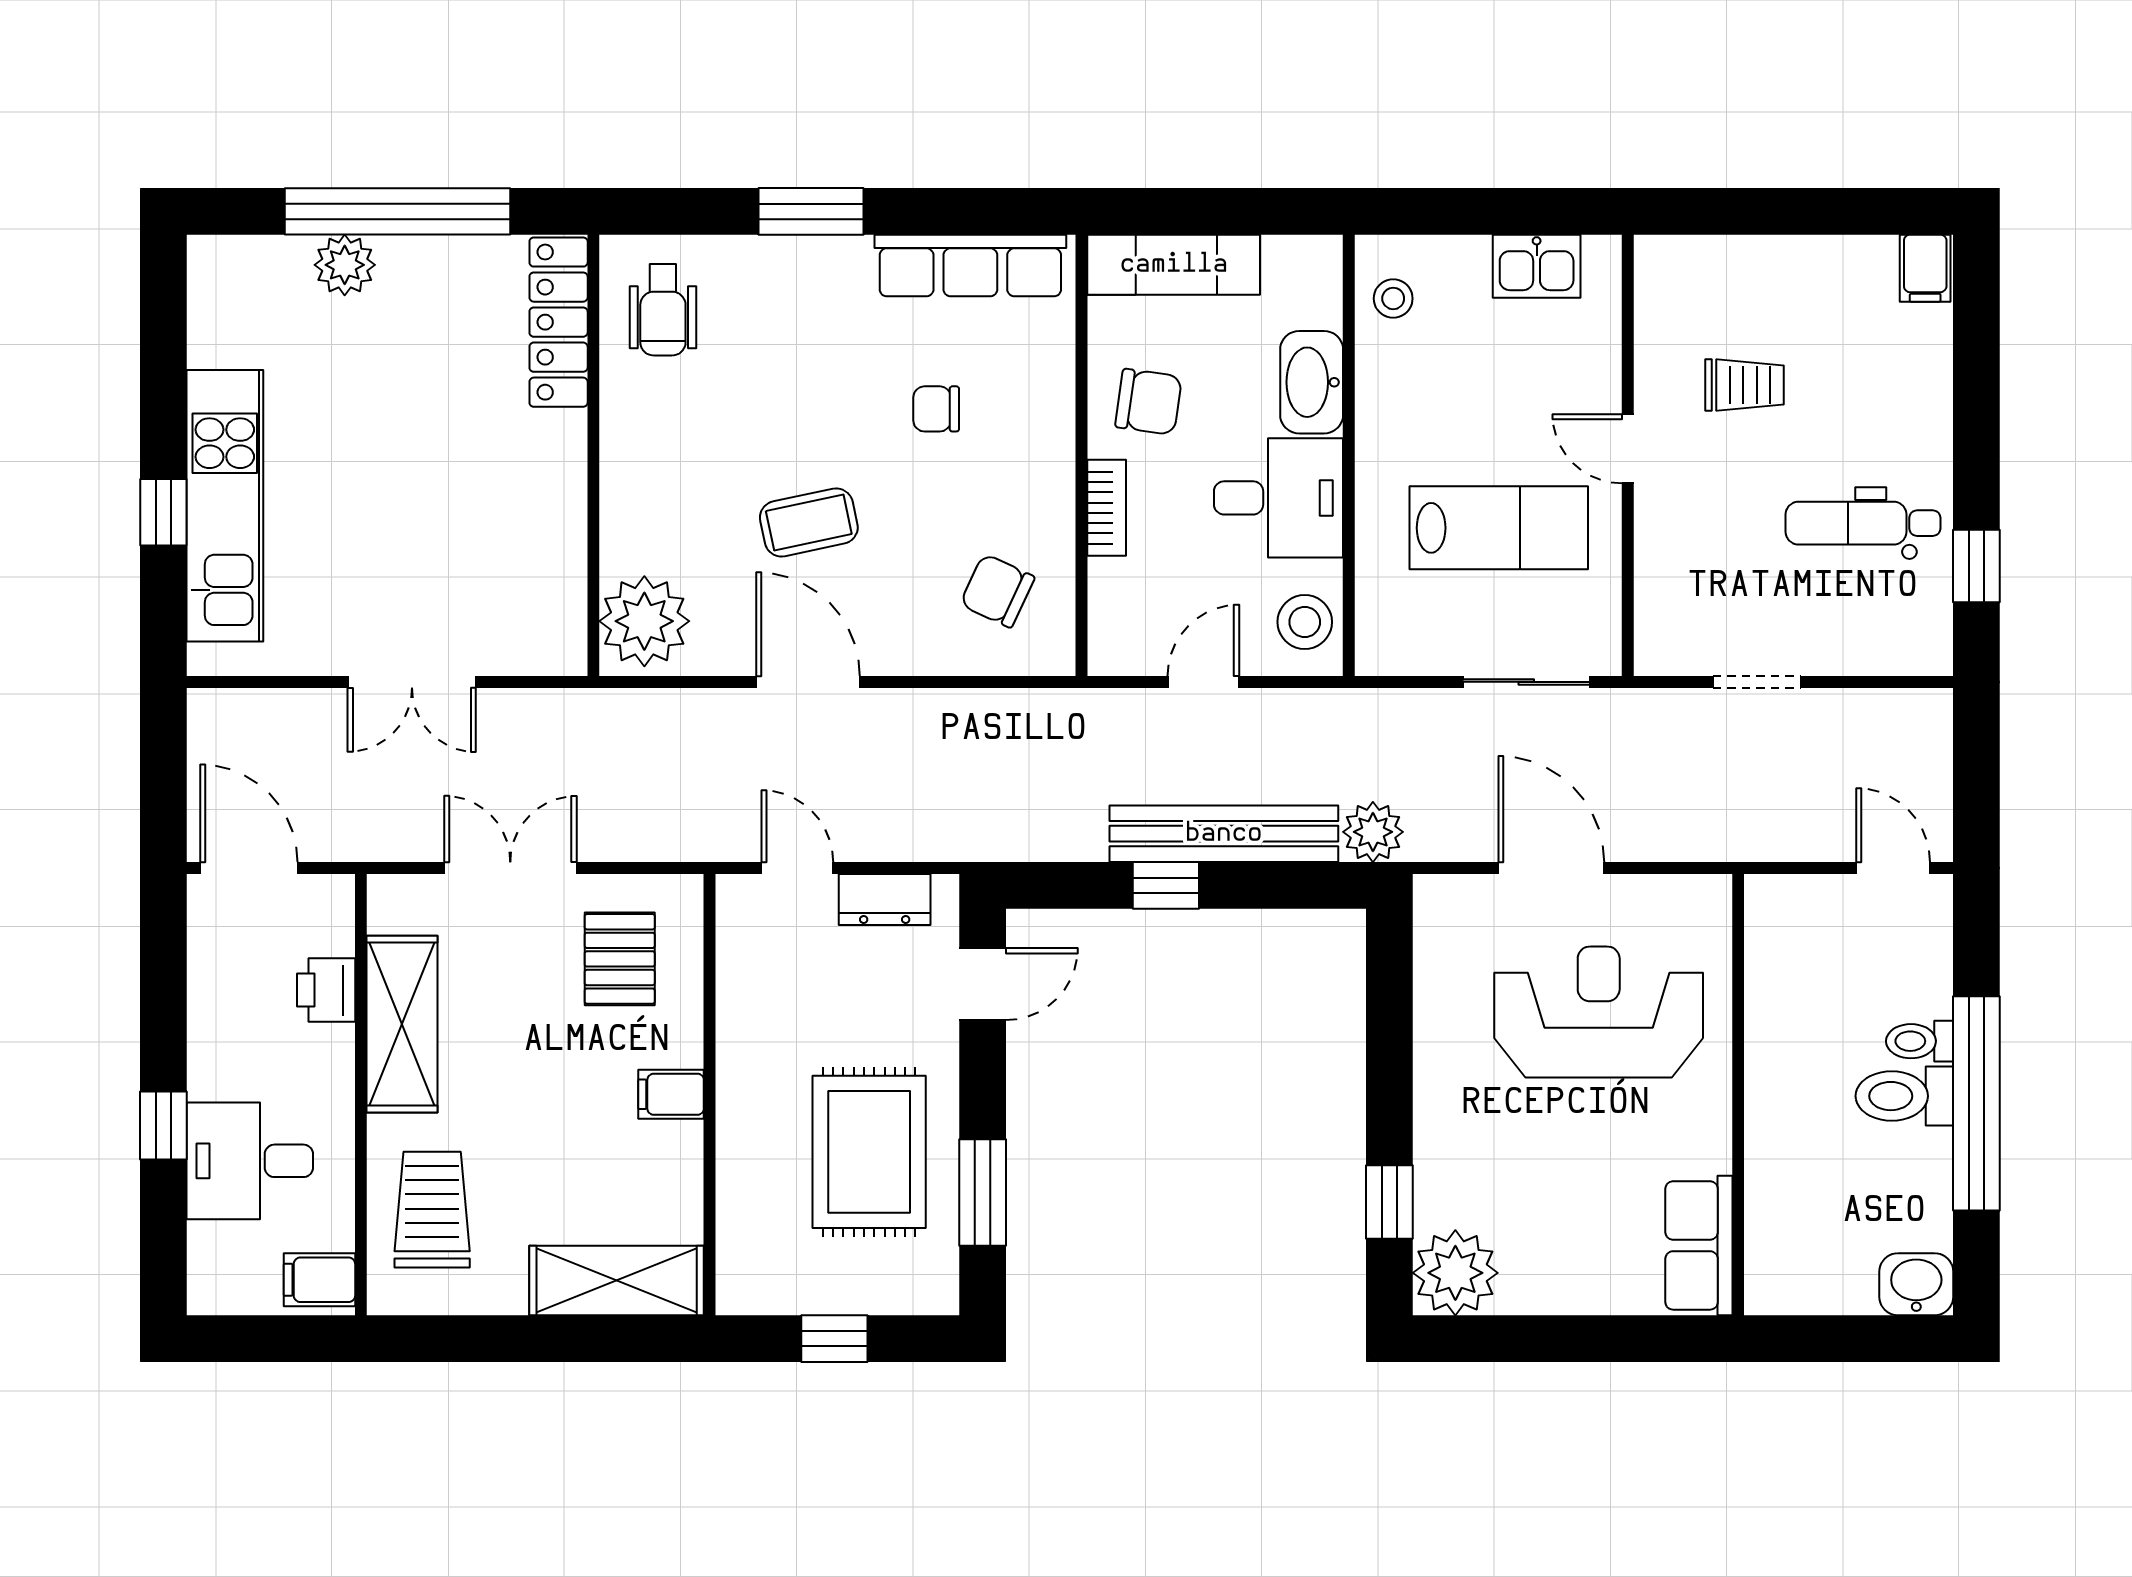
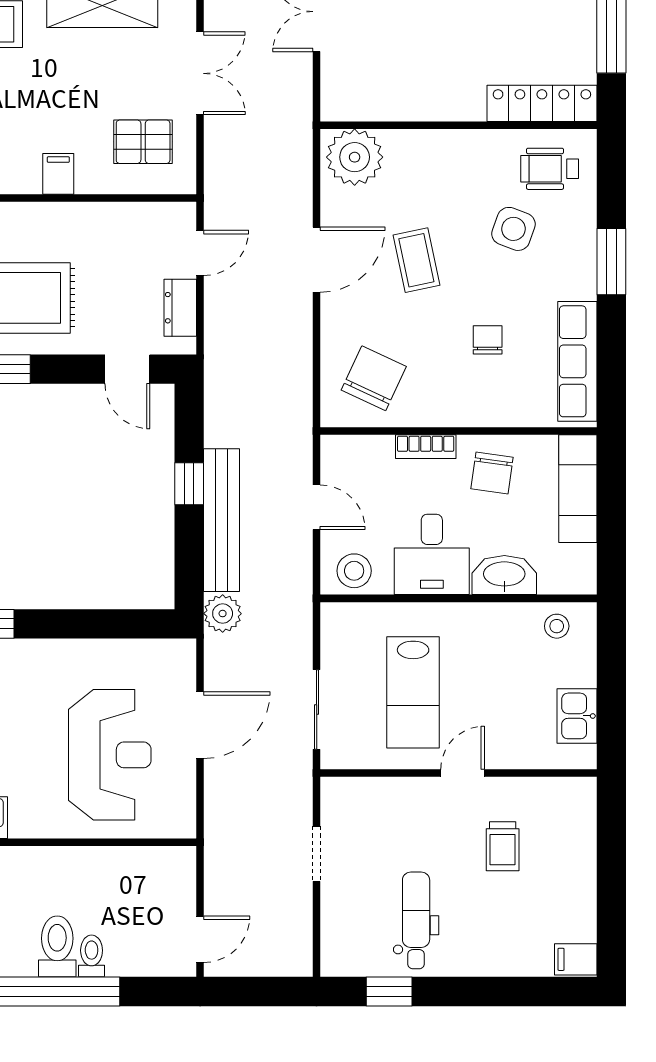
side table: (759, 368) -> (513, 229), added
chair: (997, 591) -> (374, 378), width x1.37, depth x1.37

